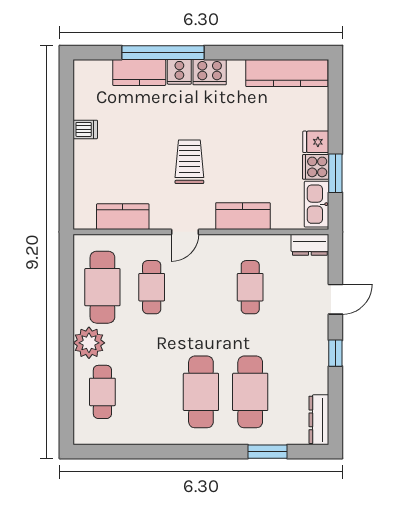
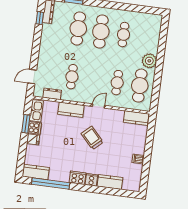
window: (163, 53) -> (51, 183), moved
kitchen counter: (287, 73) -> (36, 172), width x0.67
trolley: (189, 162) -> (92, 138), turned 137
kitchen counter: (123, 217) -> (136, 118), moved
dresser: (310, 245) -> (52, 94), moved
door: (335, 299) -> (32, 77), moved
window: (335, 353) -> (40, 18), moved
cafe table: (102, 392) -> (123, 35), moved

